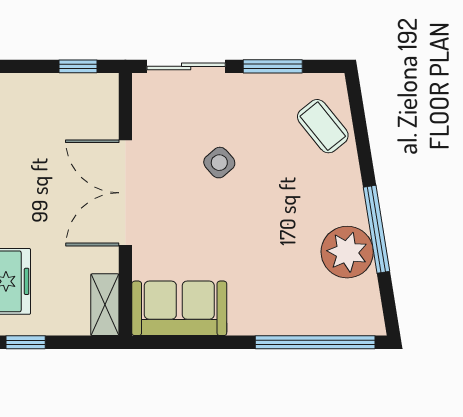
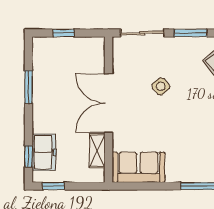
window: (78, 66) -> (64, 33), moved
shelving: (105, 305) -> (97, 151), moved

